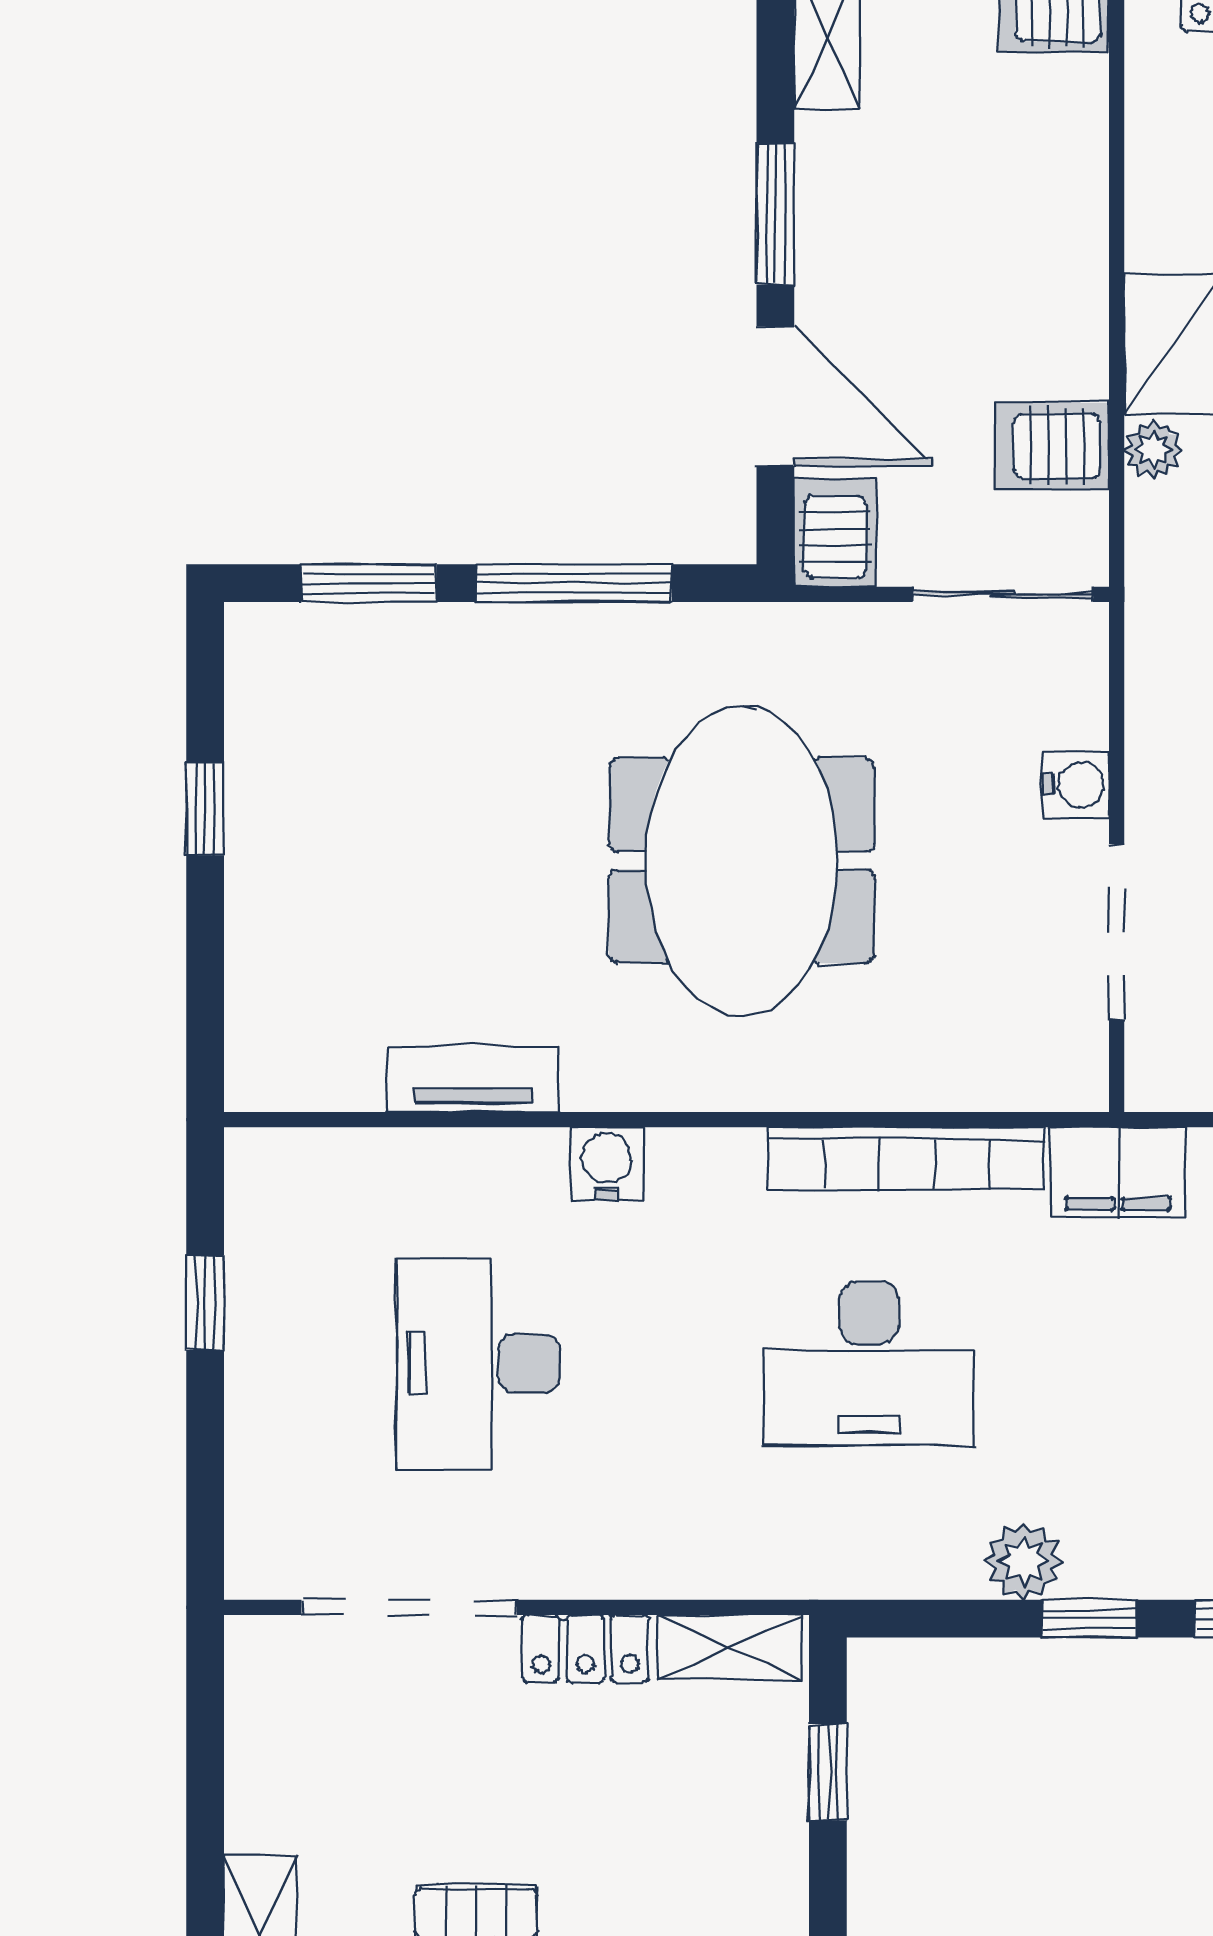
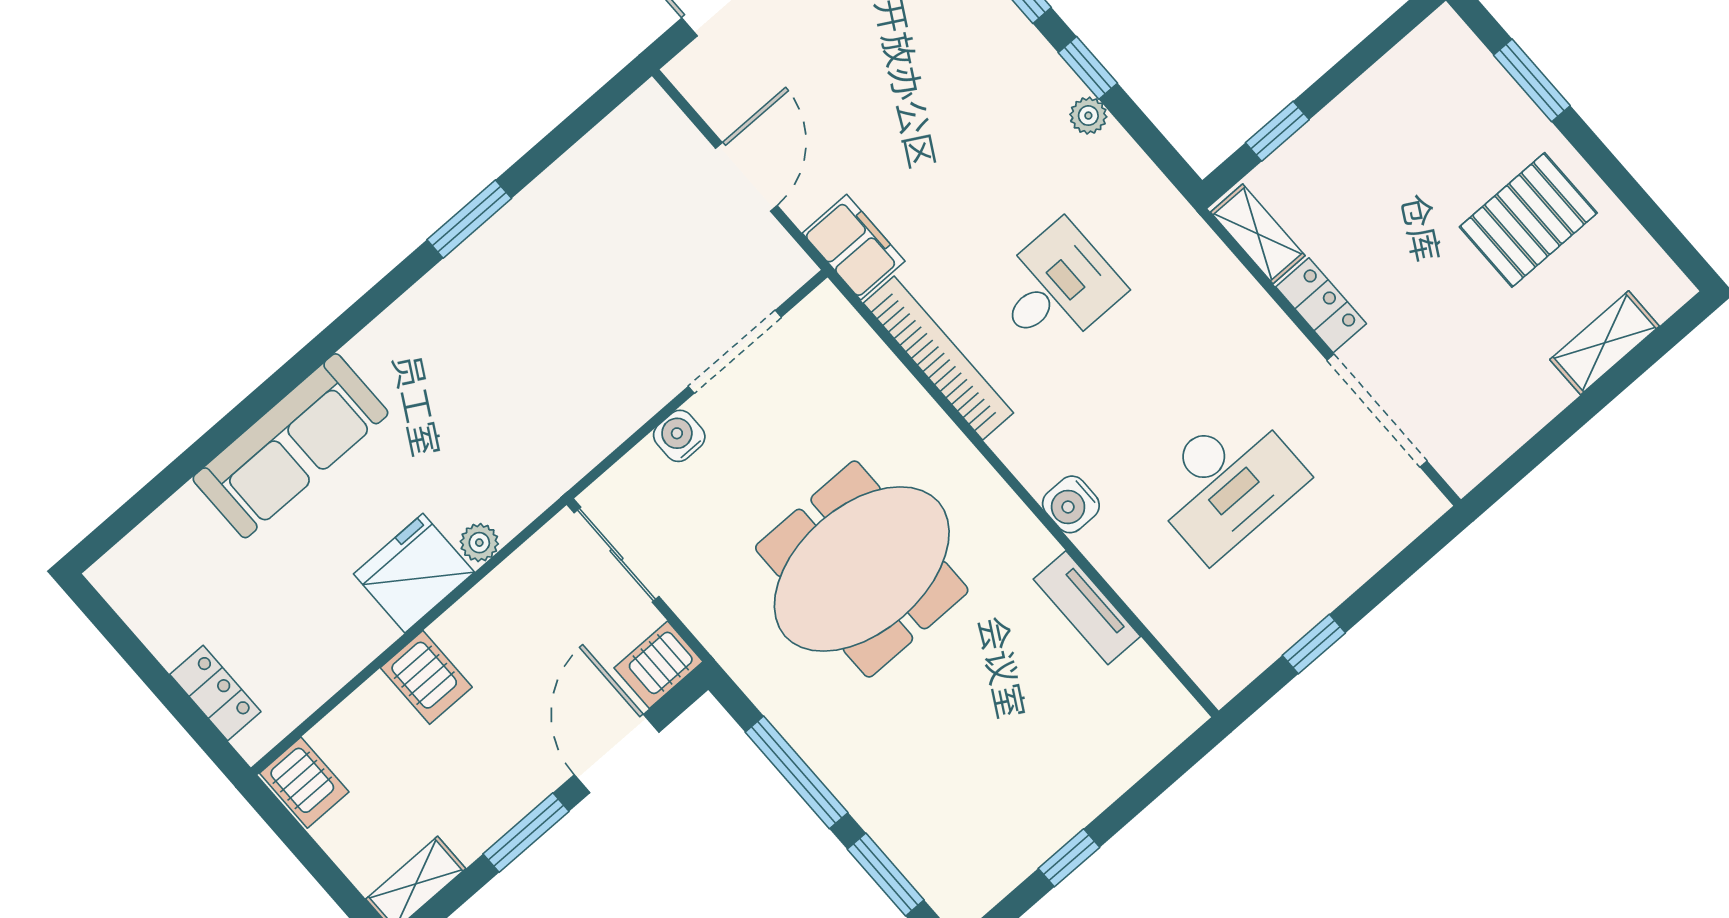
server rack: (1052, 446) -> (426, 677), moved
desk: (869, 1364) -> (1056, 288), width x0.73
plant: (1024, 1561) -> (1088, 116), width x0.73, depth x0.73

